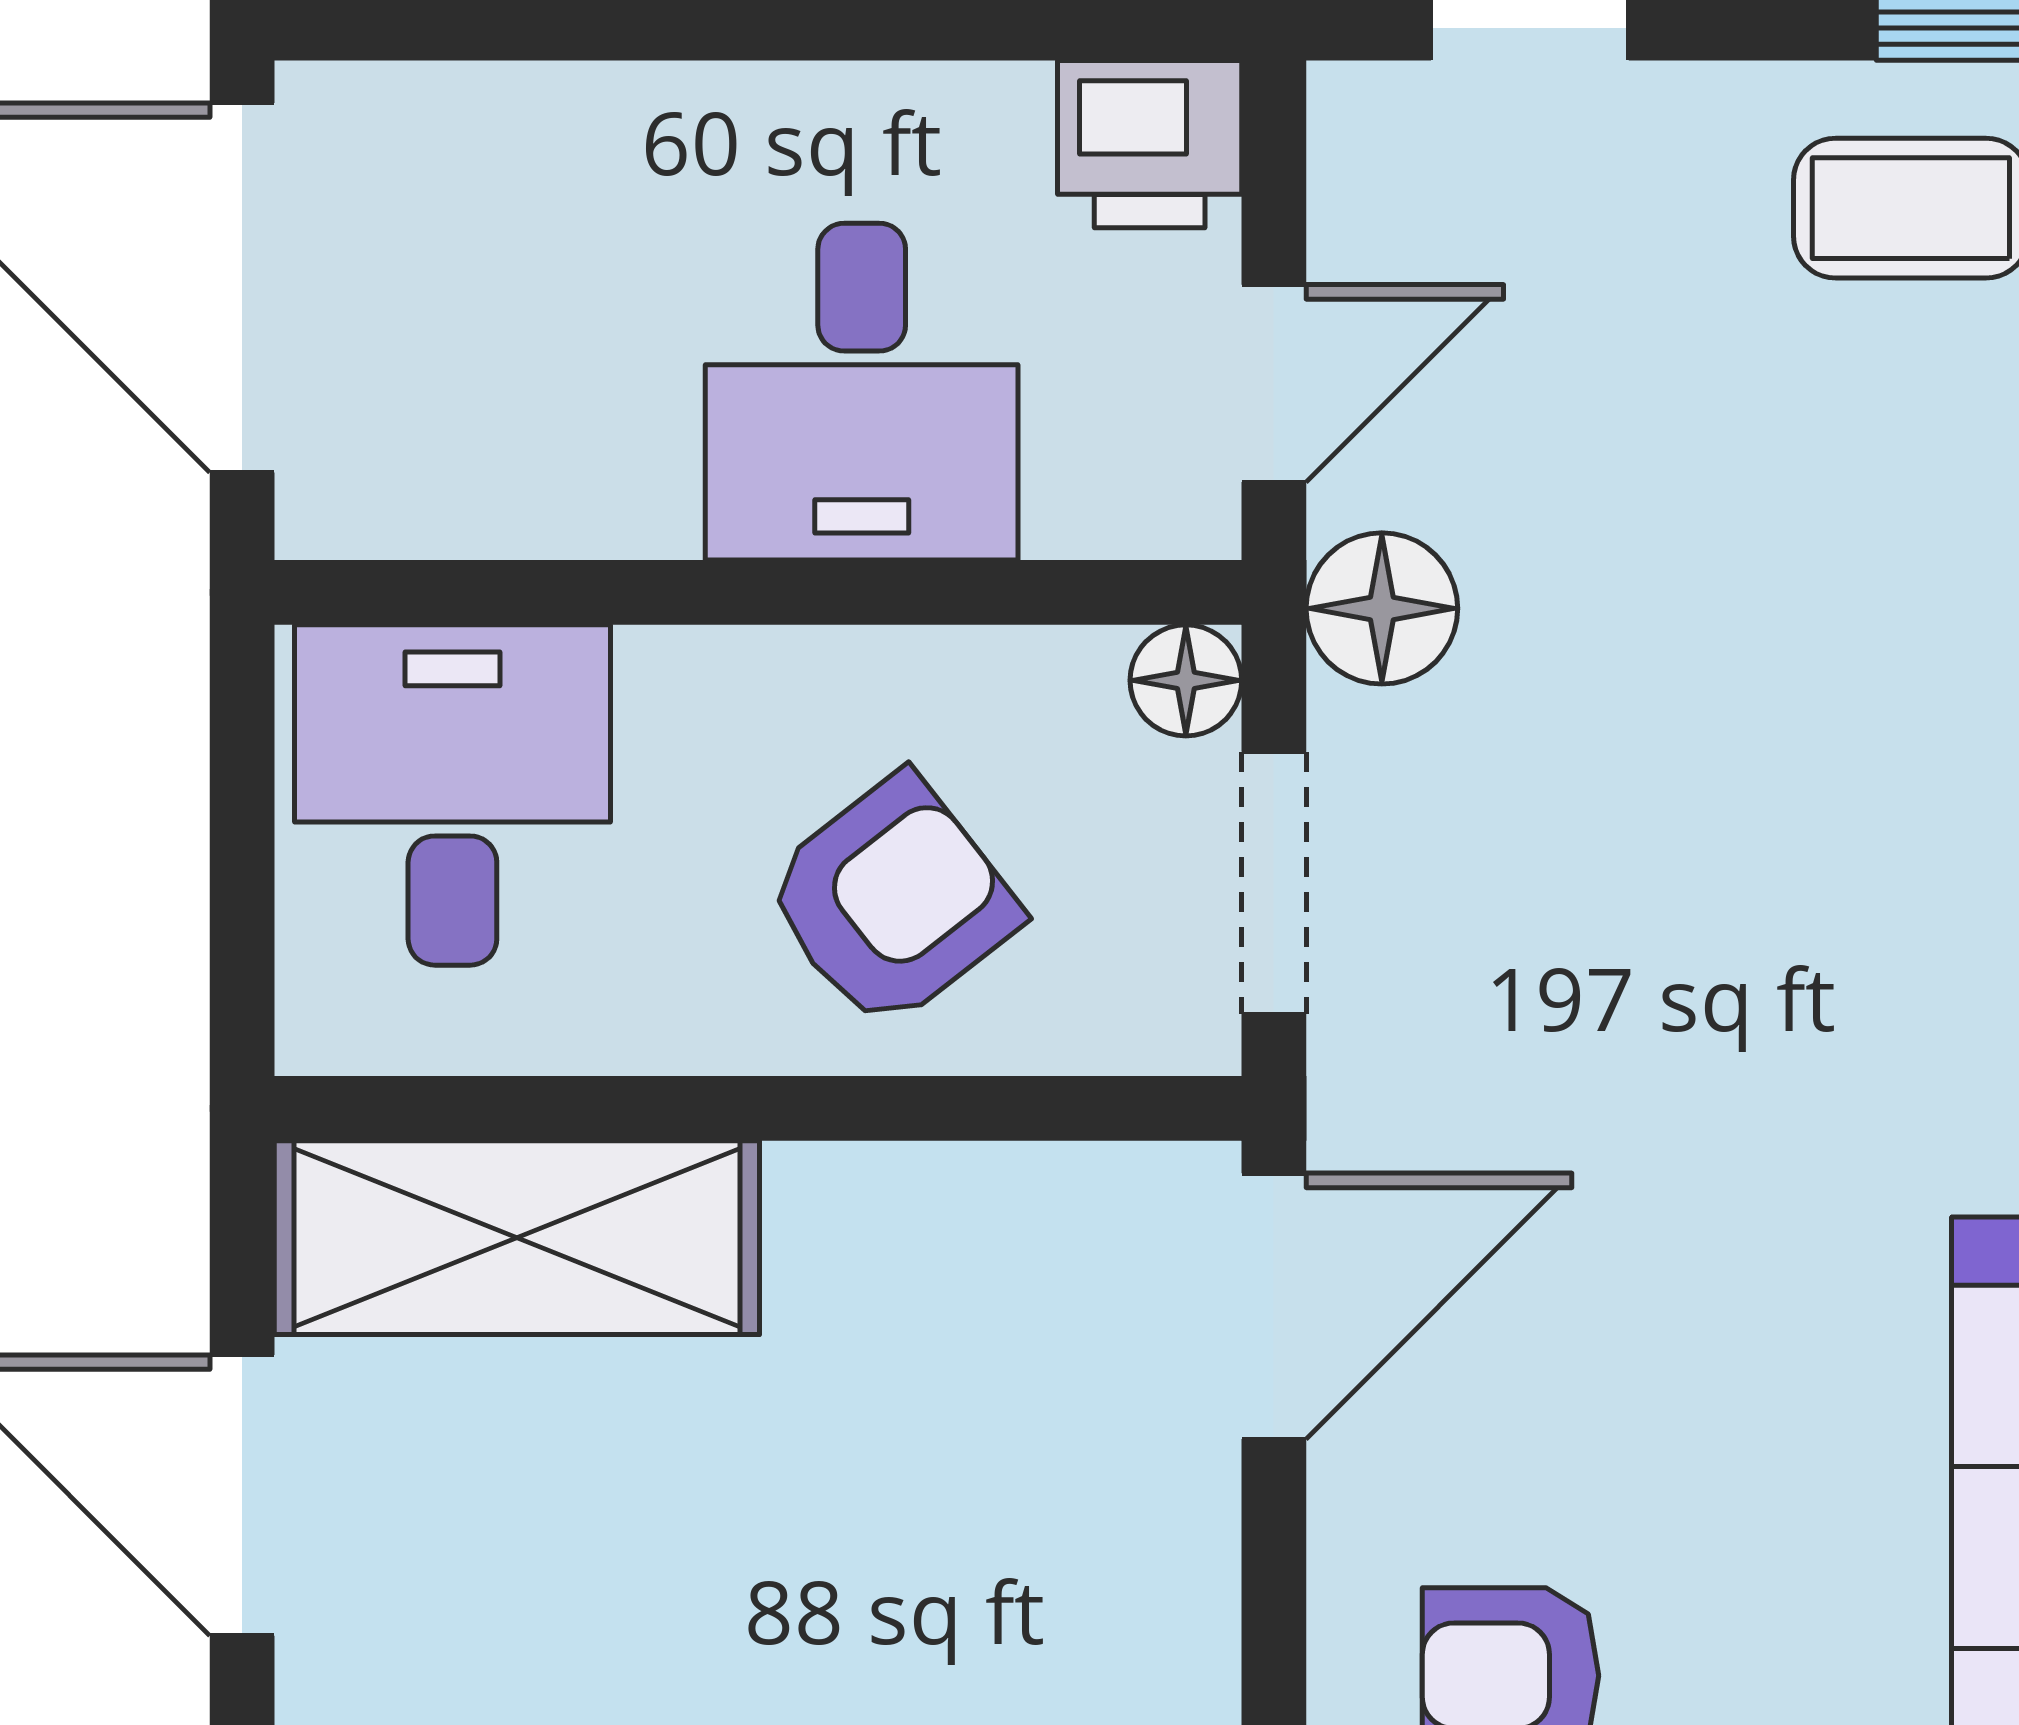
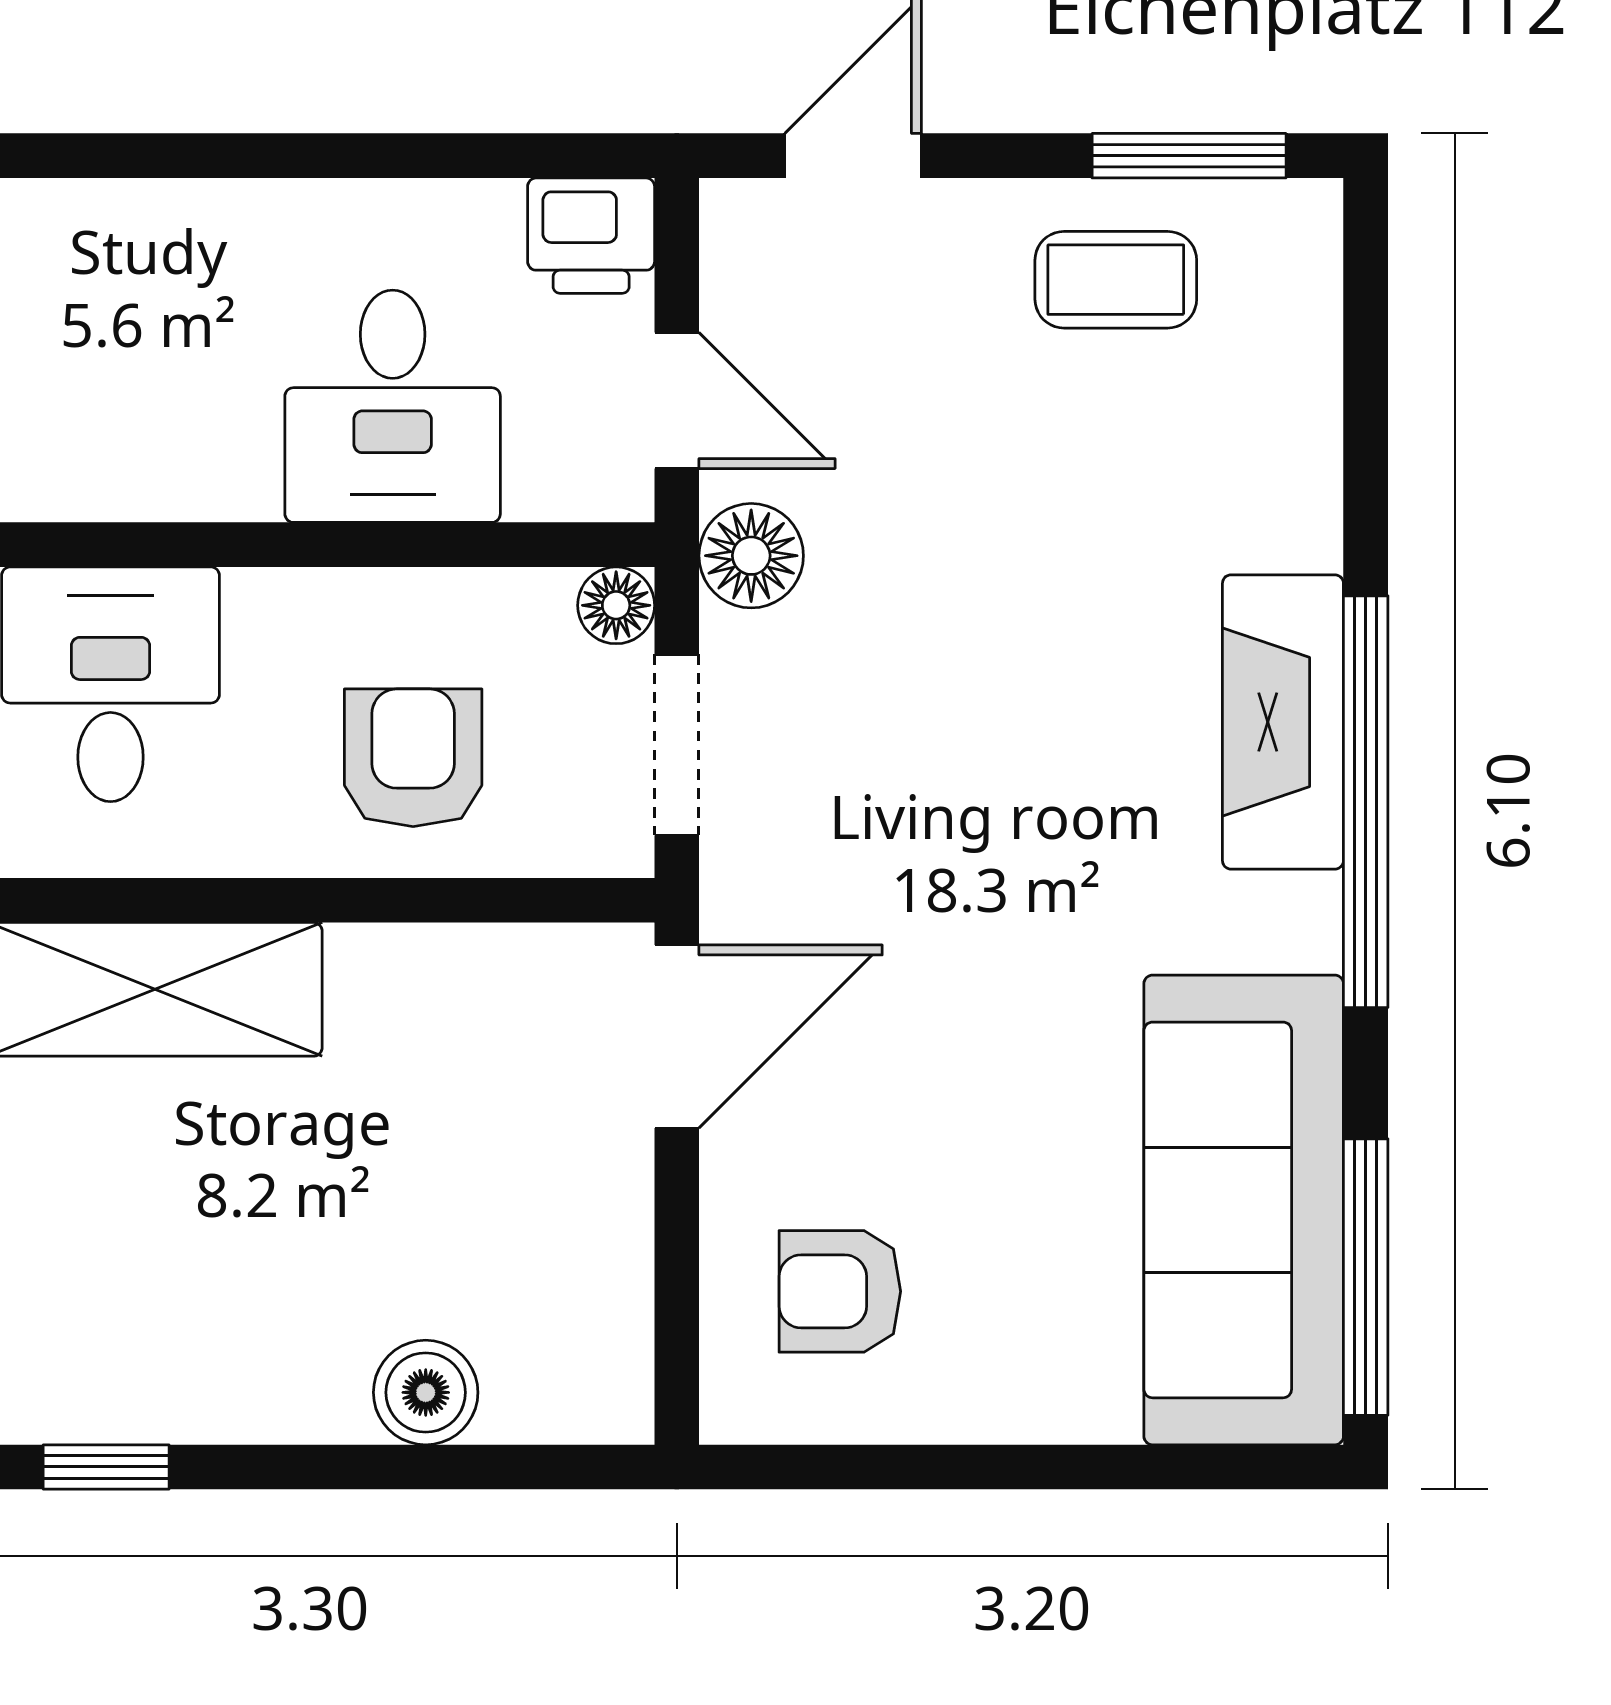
door: (1274, 383) -> (677, 401), hinge flipped
armchair: (891, 902) -> (413, 758), turned -52

